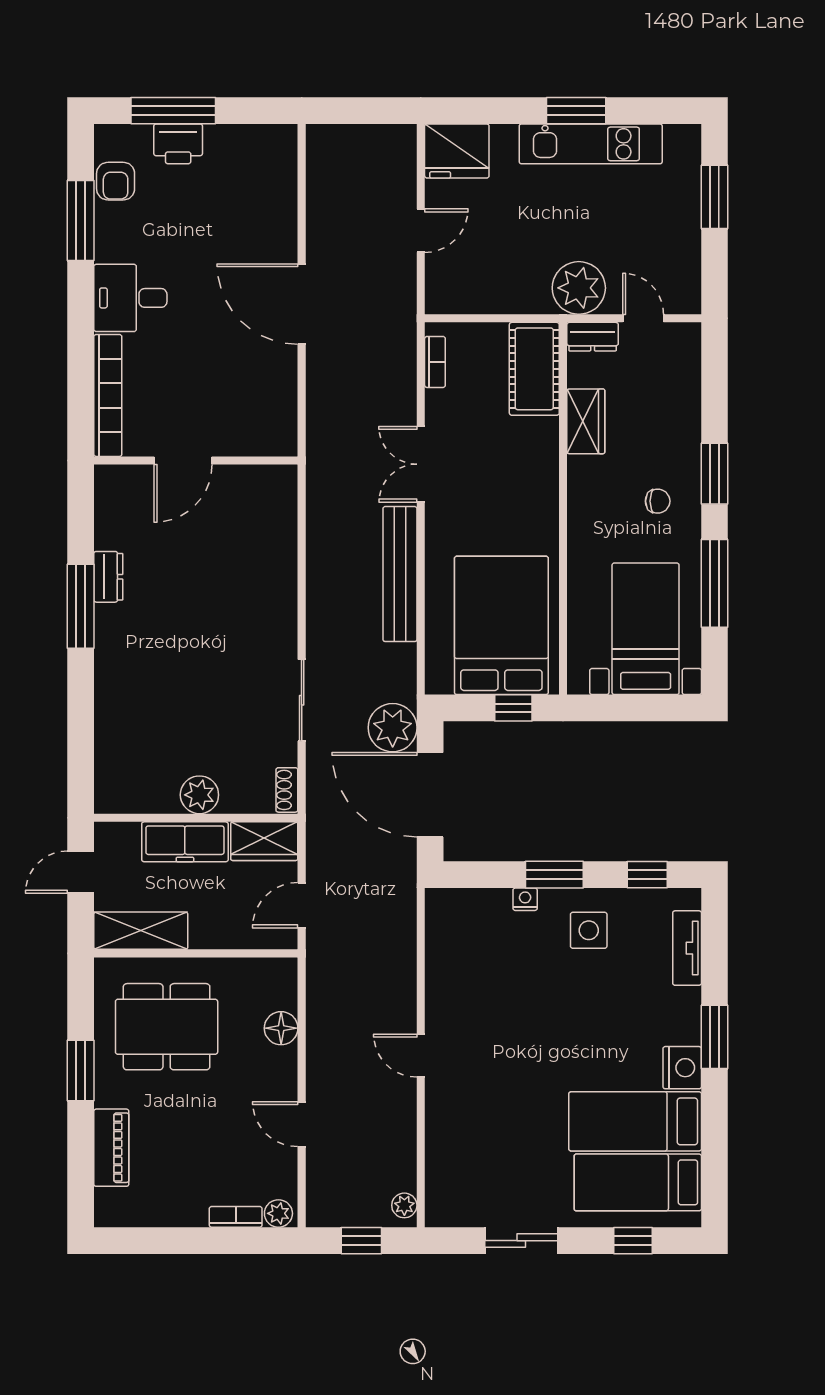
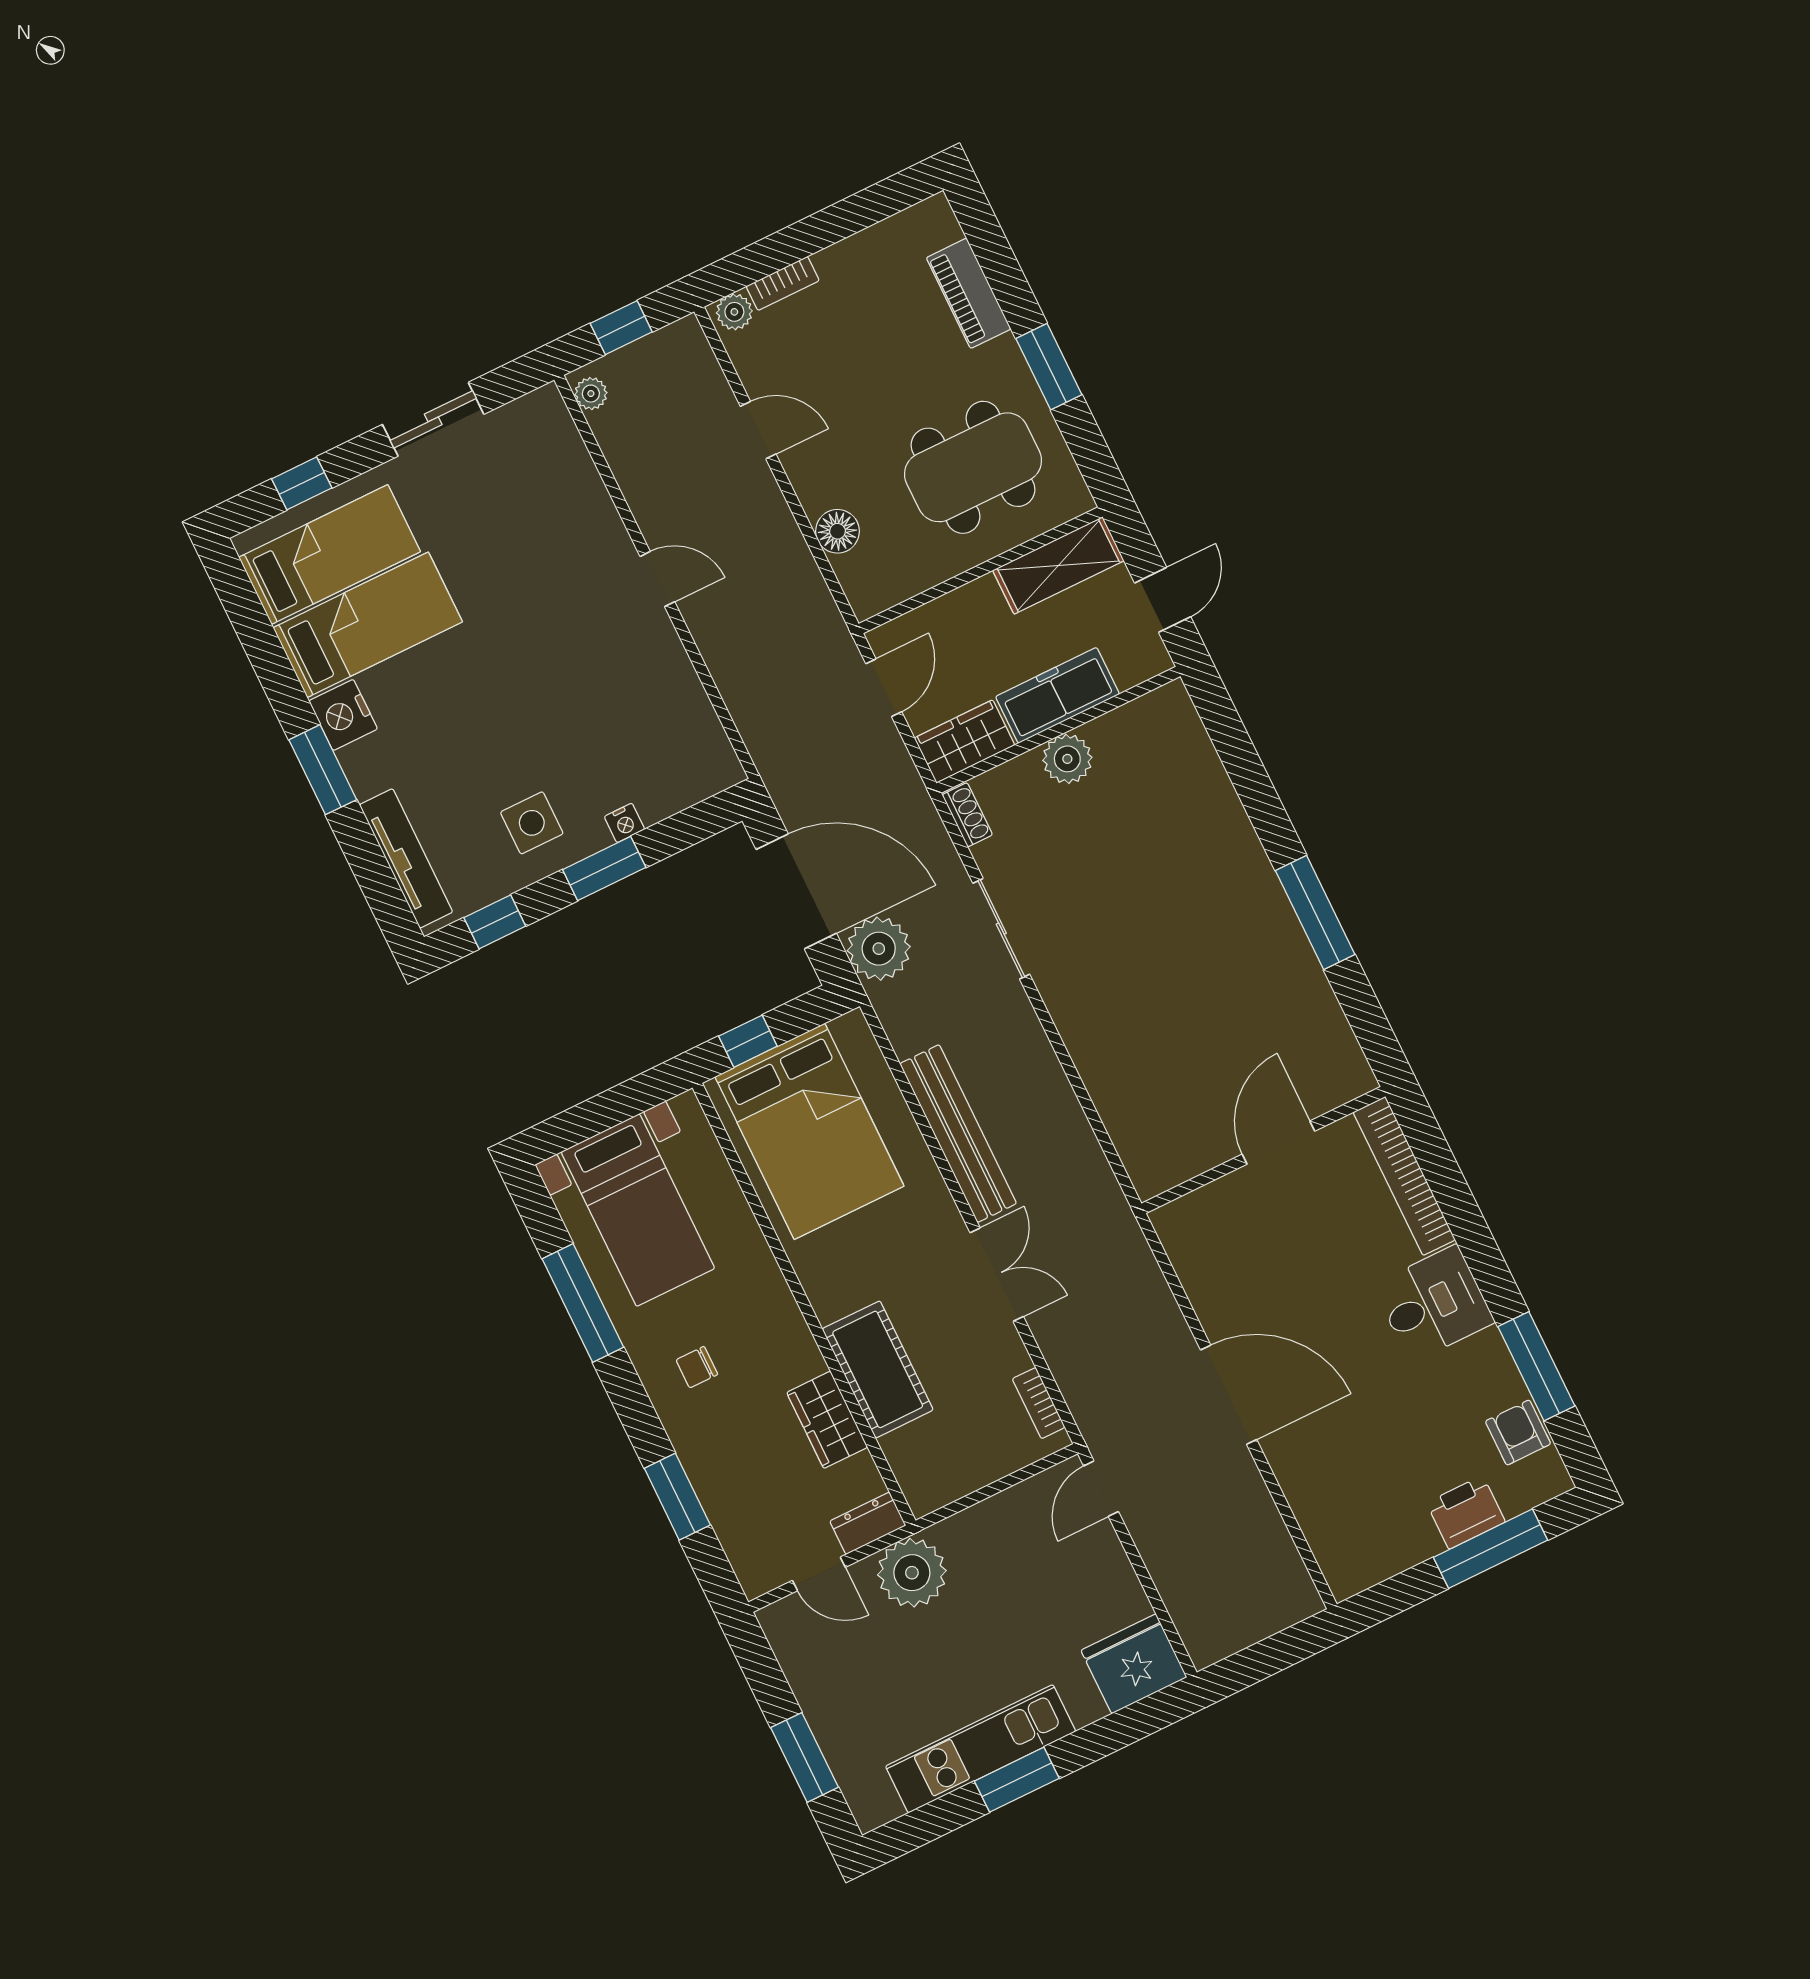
door: (421, 231) -> (1101, 1489), moved
cot: (534, 369) -> (878, 1369), moved
window: (715, 474) -> (677, 1497), moved
dresser: (108, 577) -> (1300, 963), removed
tv unit: (687, 948) -> (406, 858), width x1.41

